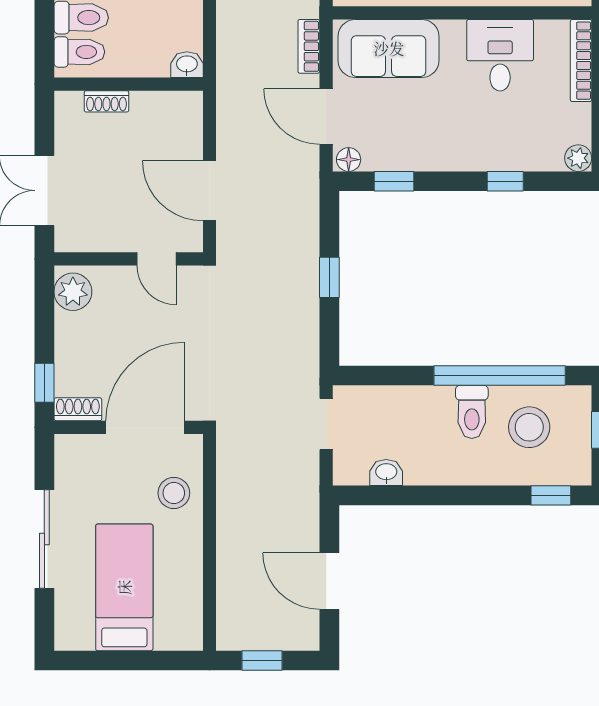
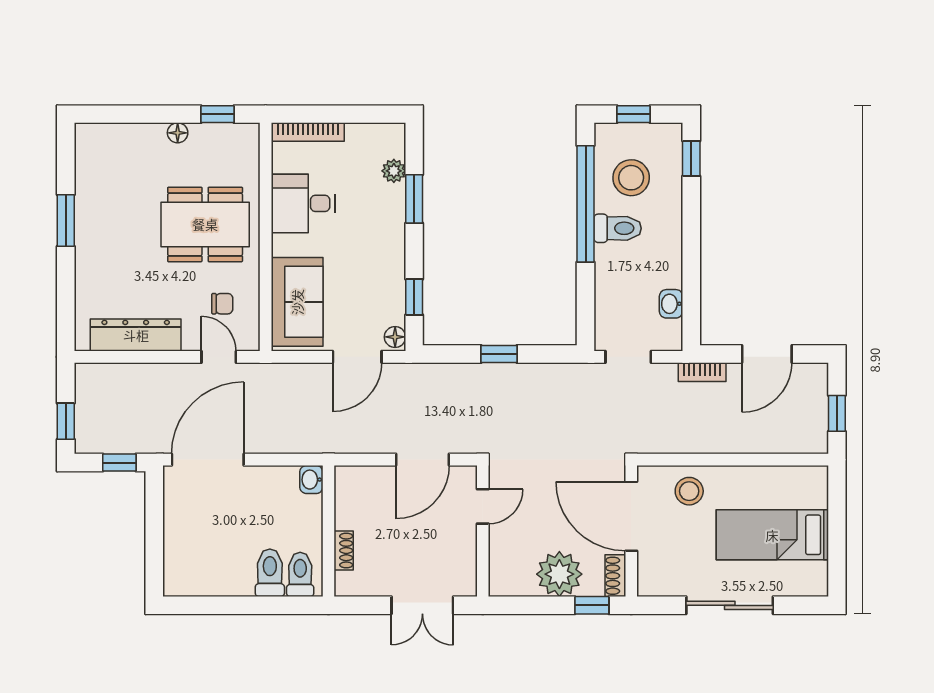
bookcase: (309, 46) -> (702, 372), moved
plant: (578, 158) -> (394, 171), moved
window: (505, 181) -> (414, 199), width x1.50
plant: (73, 292) -> (559, 574), moved, width x1.36, depth x1.36

